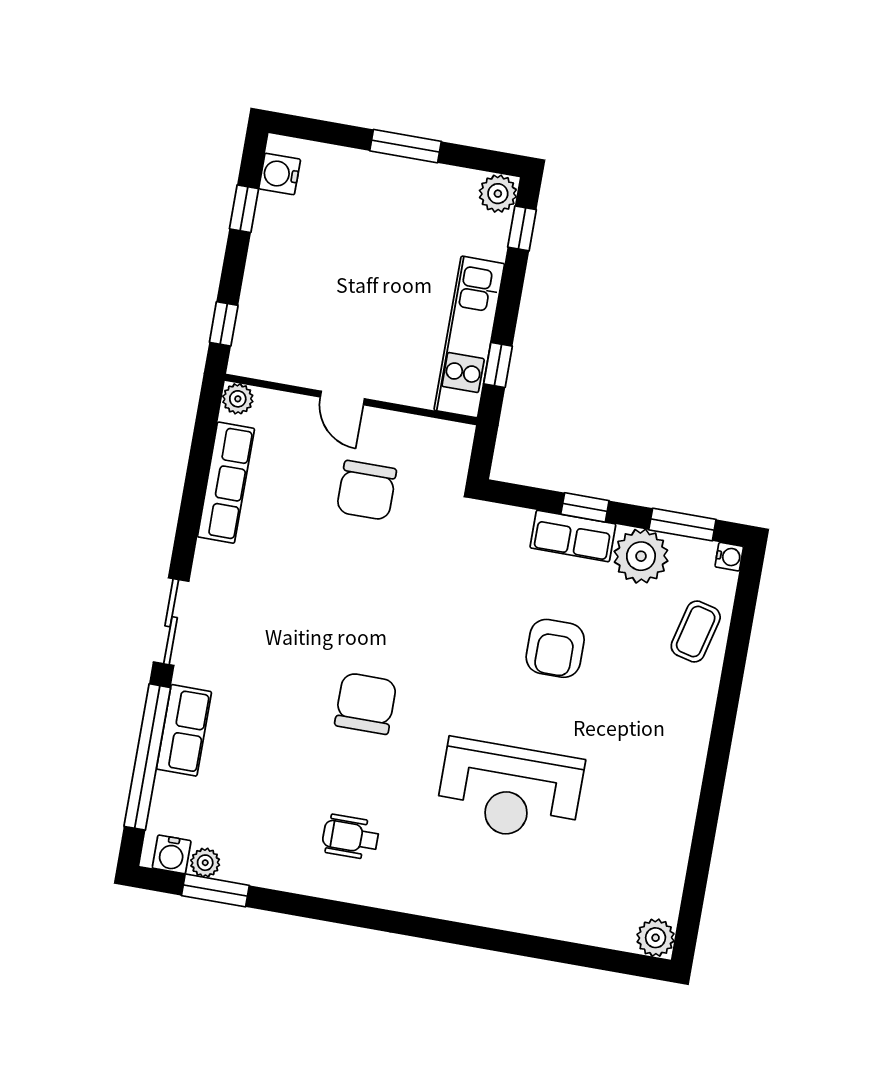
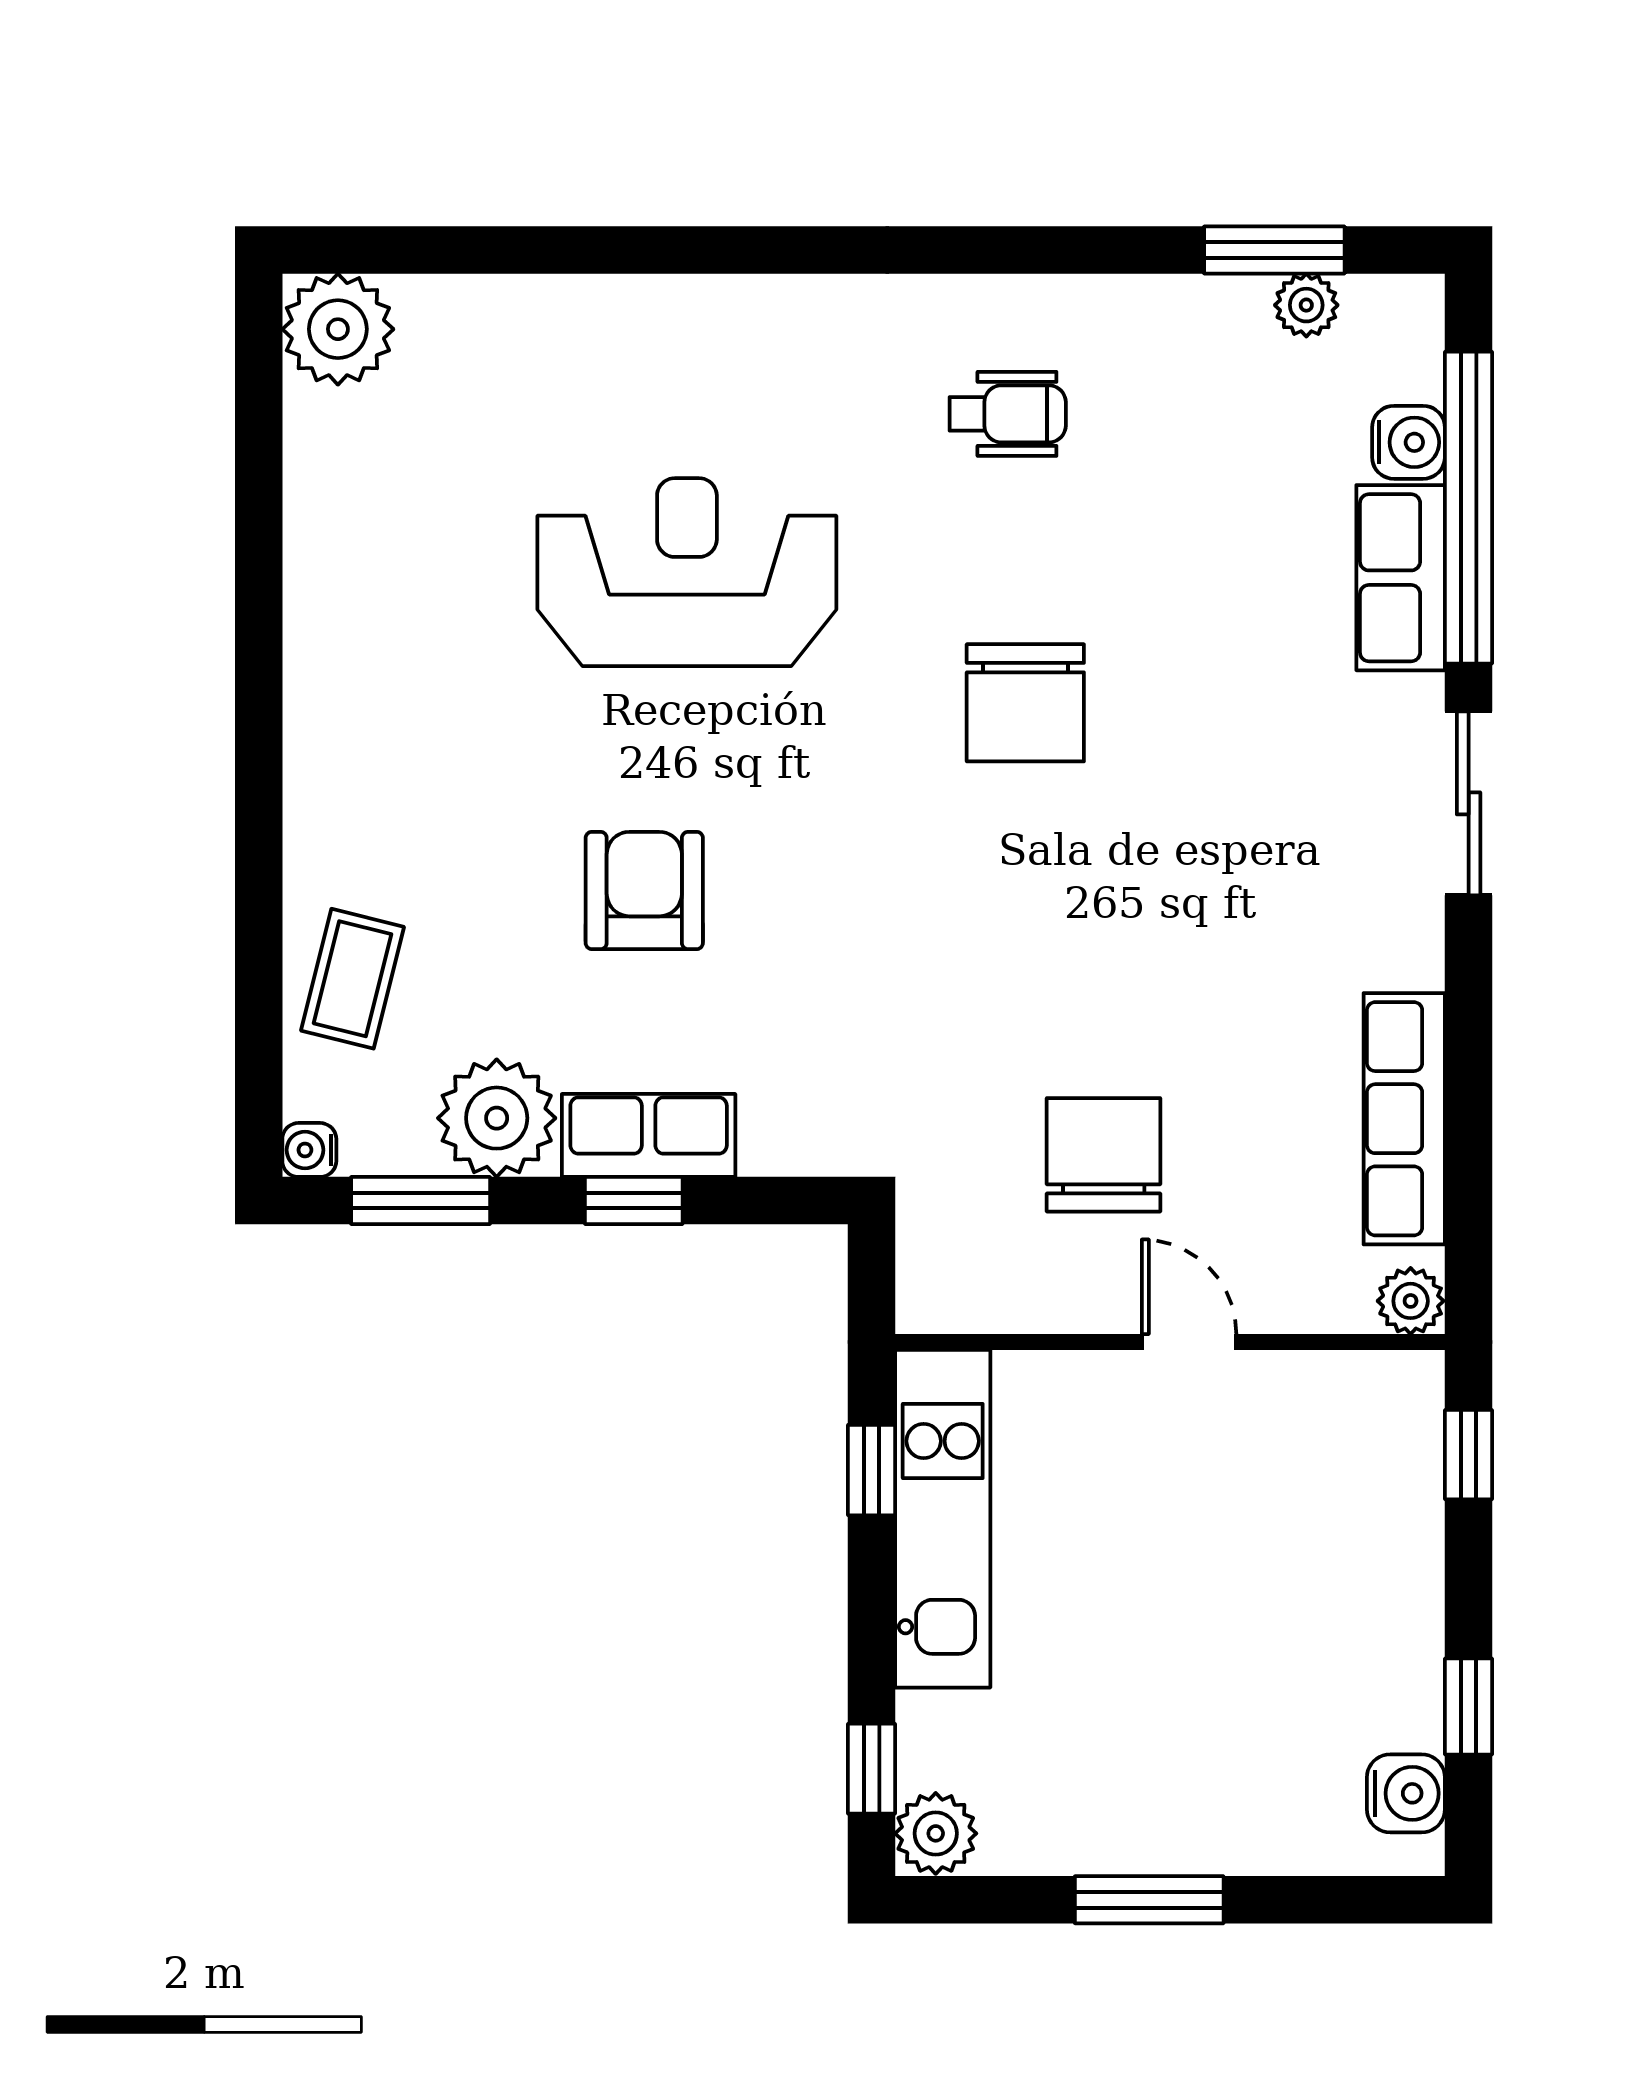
water cooler: (172, 854) -> (1409, 442), moved, turned 90
plant: (656, 938) -> (338, 329), width x1.36, depth x1.36

